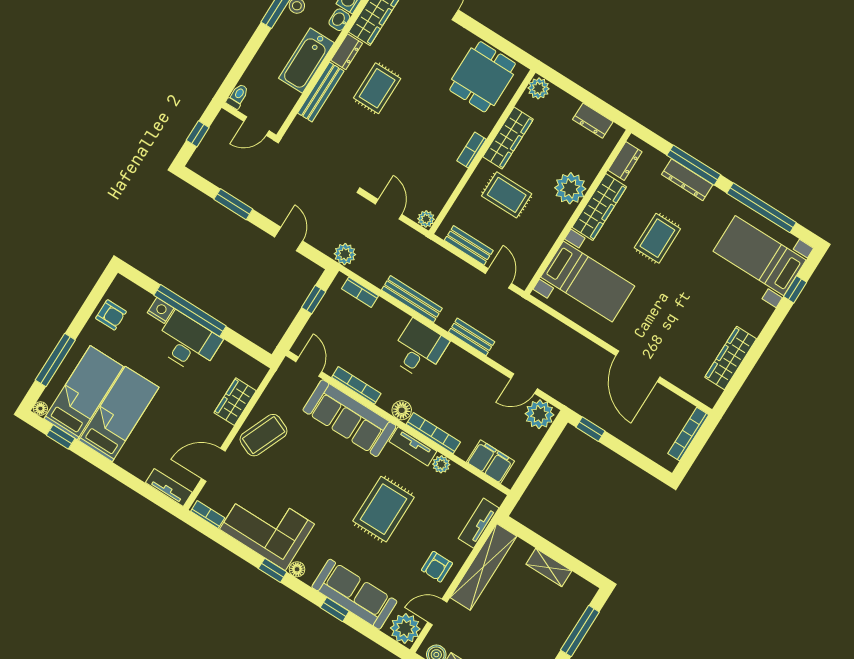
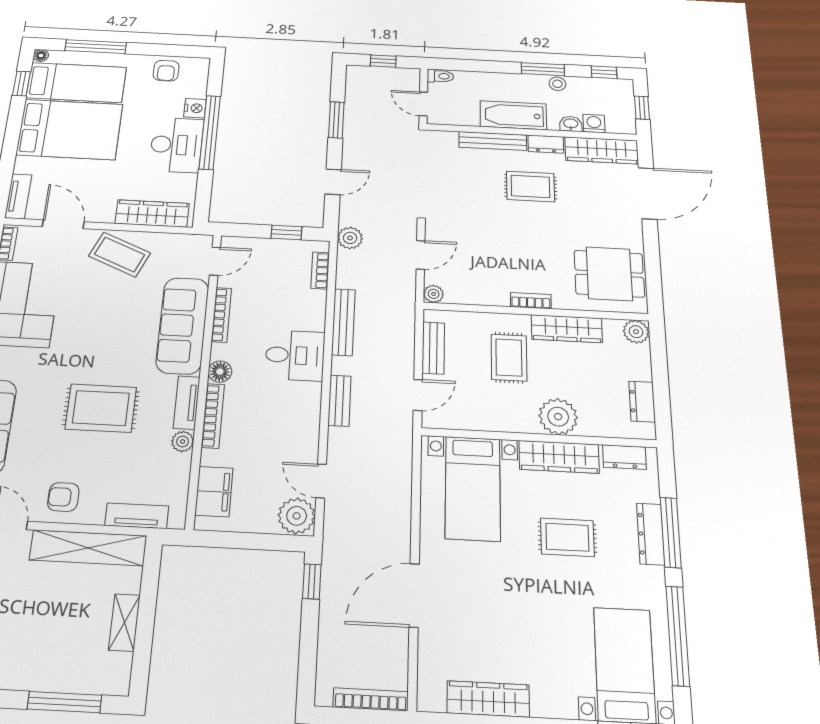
wardrobe: (235, 402) -> (152, 213), width x1.50
bed: (119, 414) -> (70, 129), width x1.50

